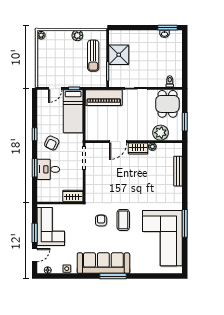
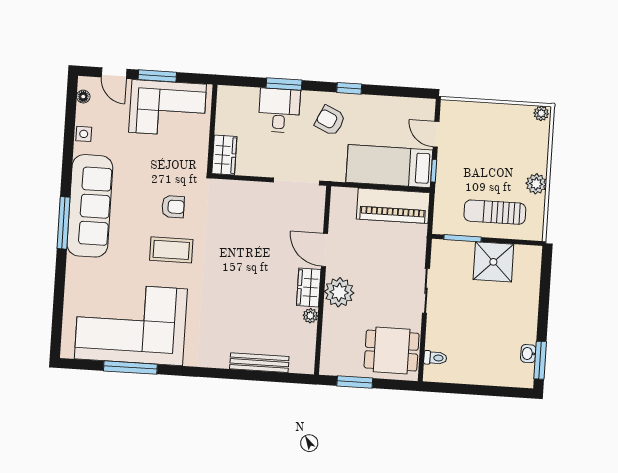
piano: (104, 98) -> (393, 206), moved, turned -90
plant: (160, 133) -> (339, 292), moved
window: (185, 223) -> (130, 368), moved

